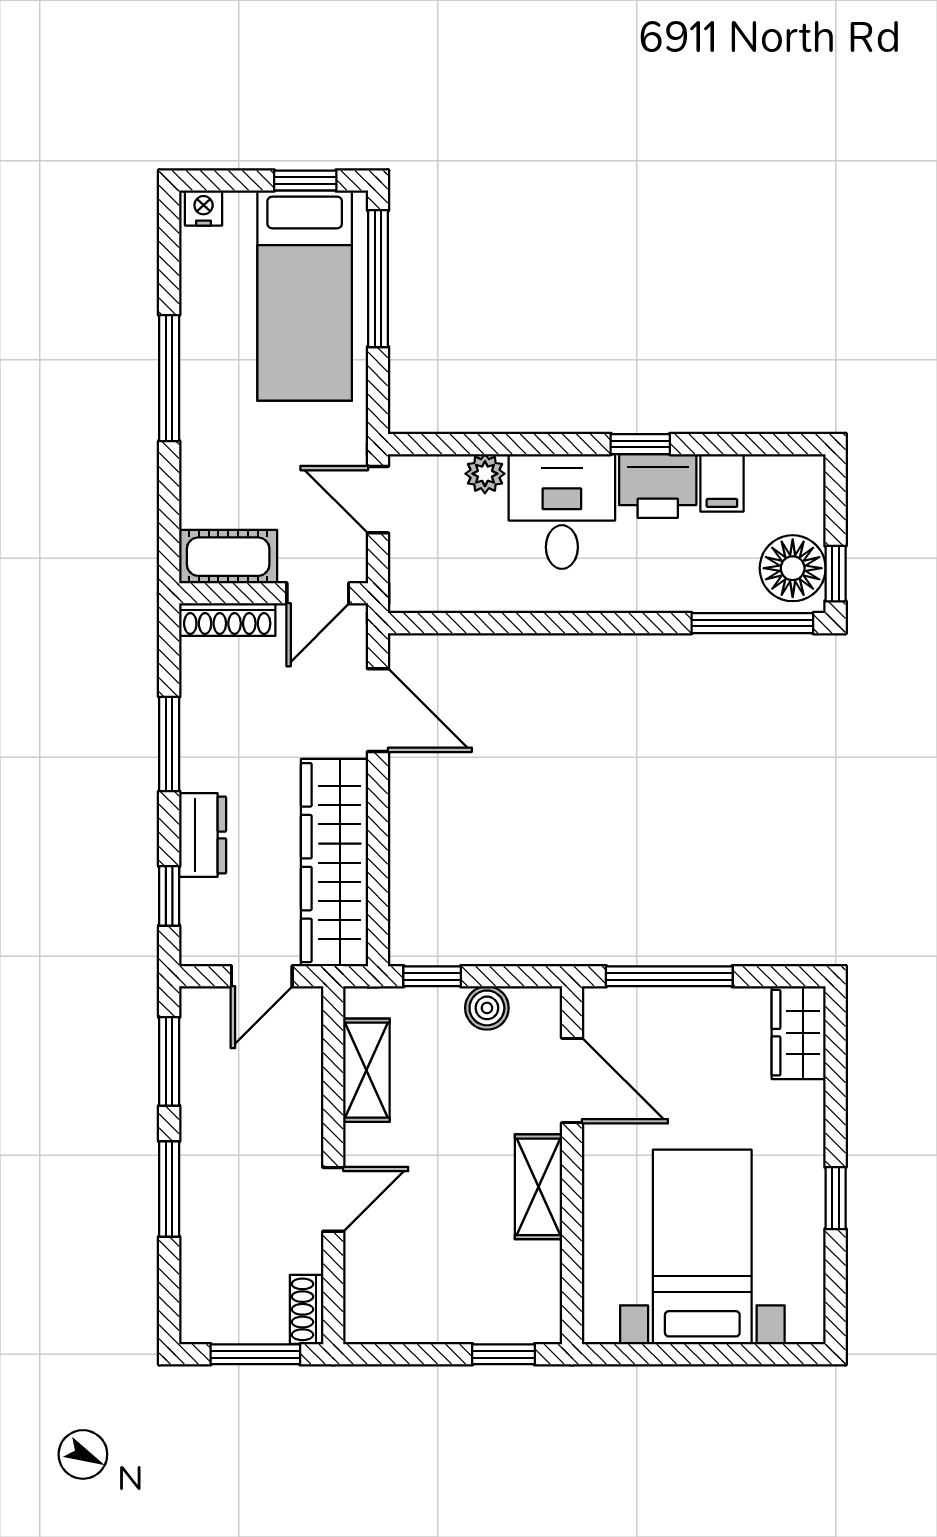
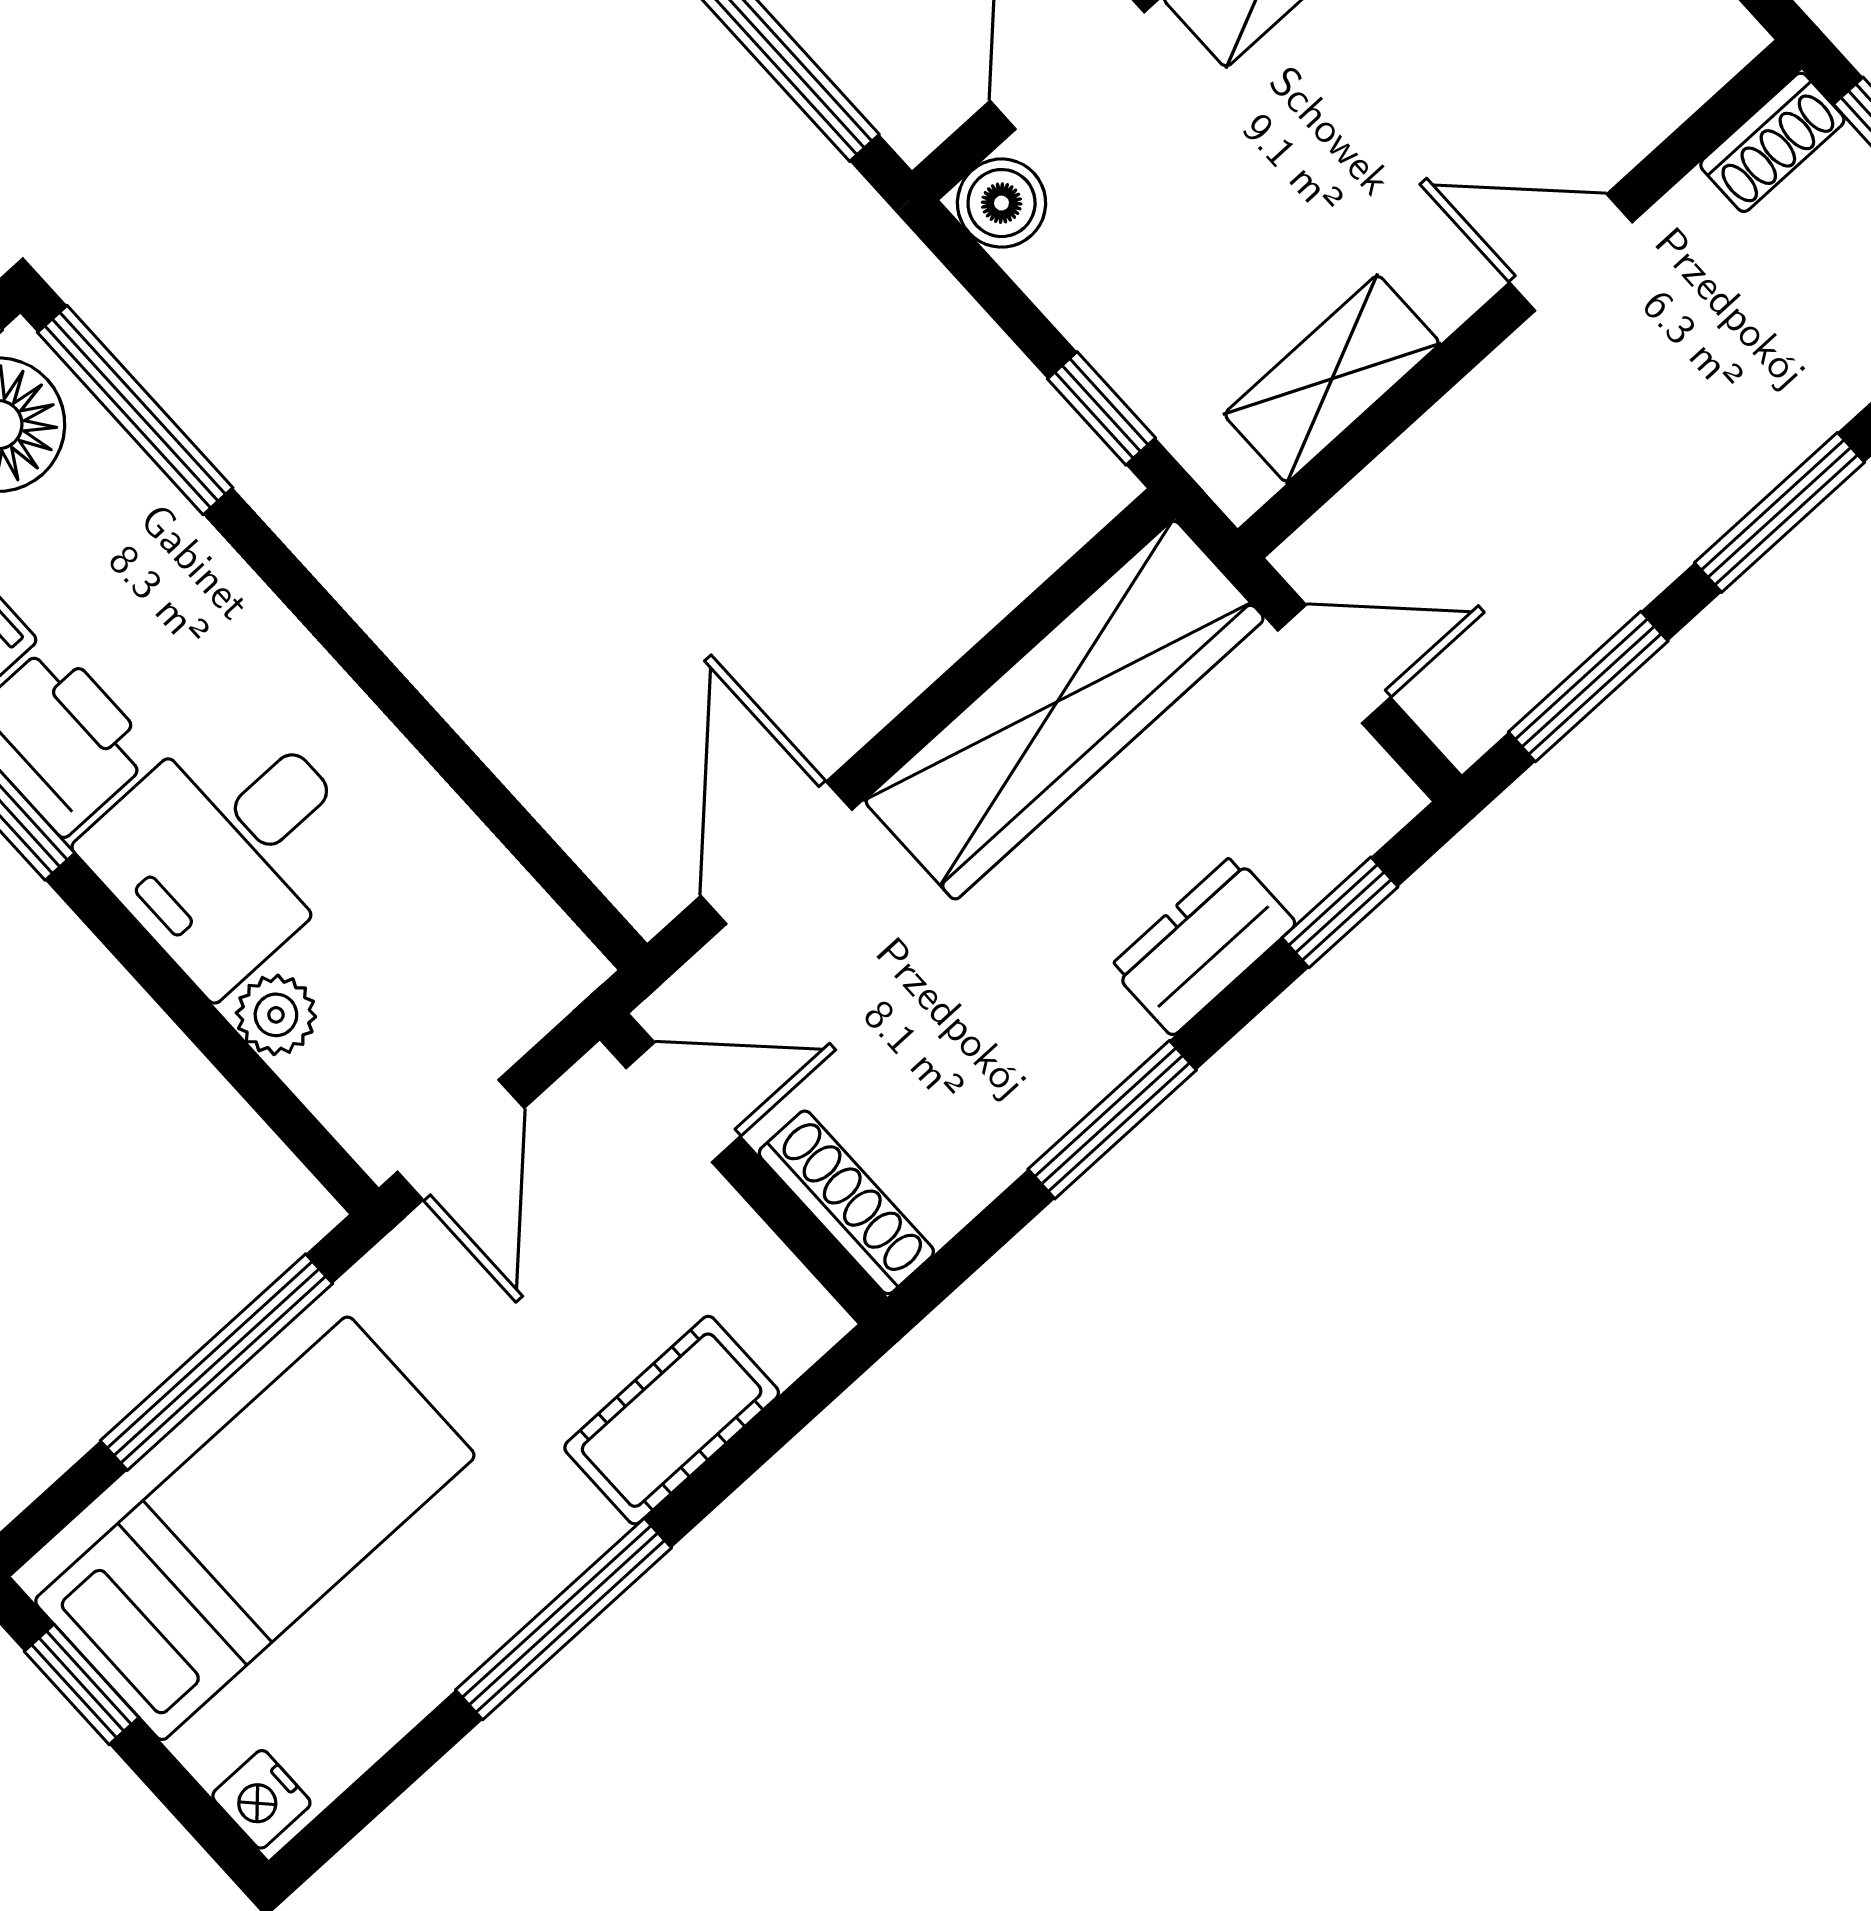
window: (378, 279) -> (216, 1362), moved
cot: (228, 557) -> (672, 1420), moved, turned 90
boiler: (487, 1008) -> (1002, 203), moved

